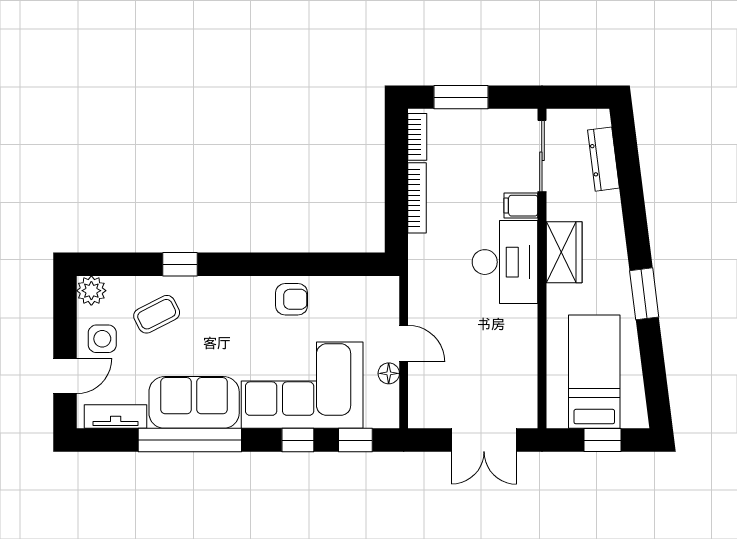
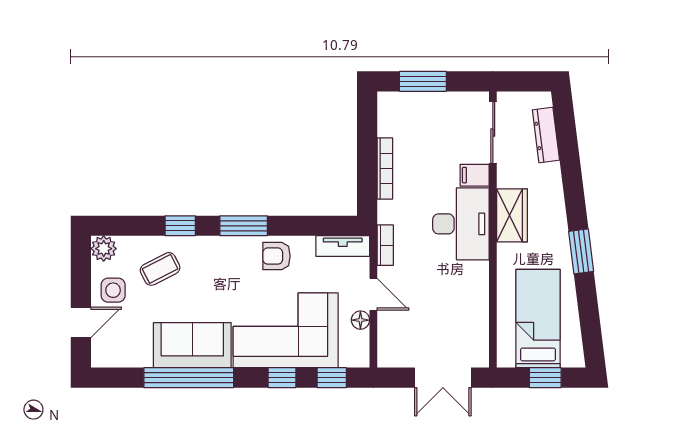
bookcase: (417, 137) -> (385, 245), moved
window: (253, 264) -> (244, 226), added
armchair: (292, 299) -> (277, 256), turned 180
tv unit: (116, 417) -> (343, 246), moved, turned 180

